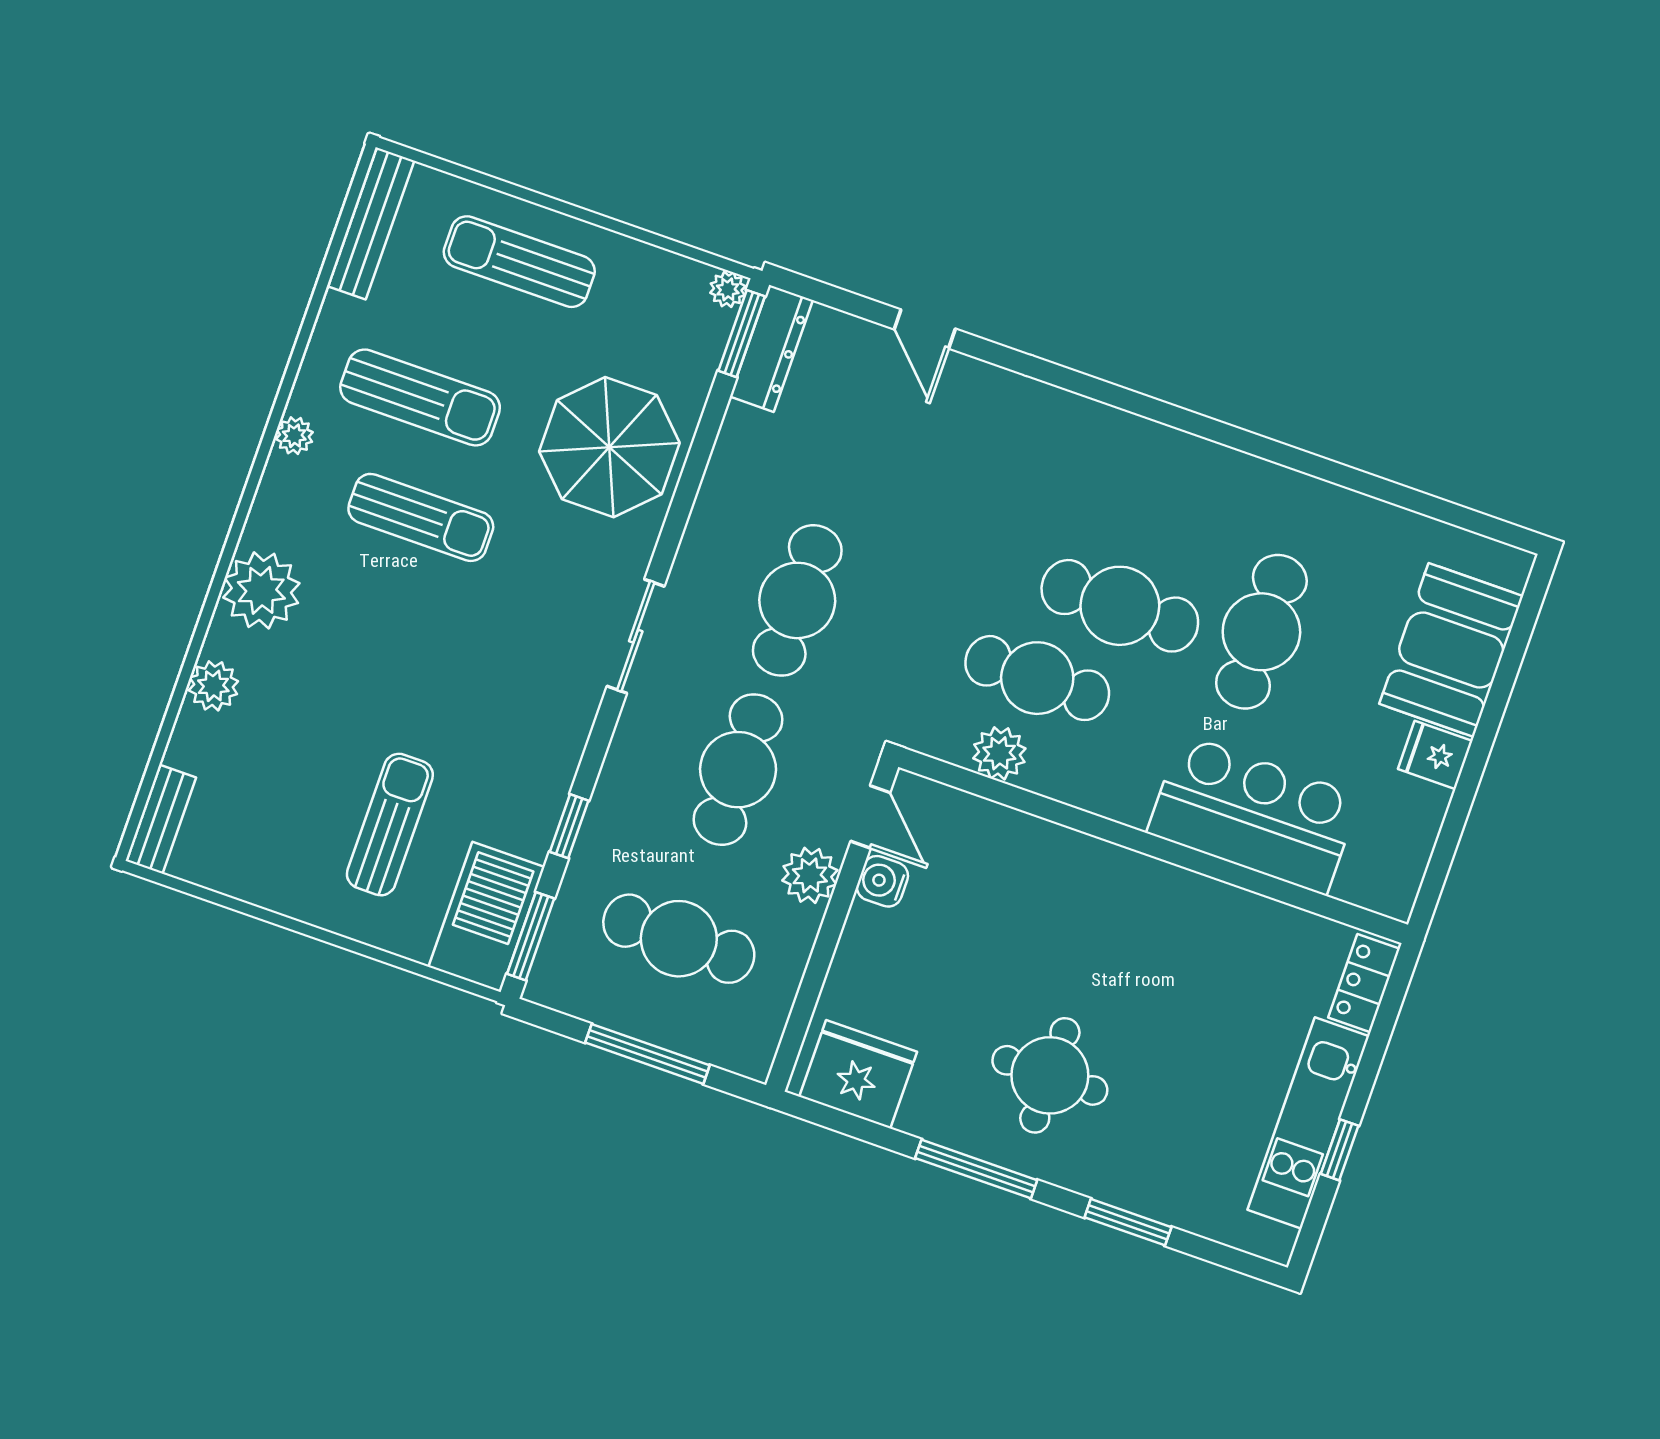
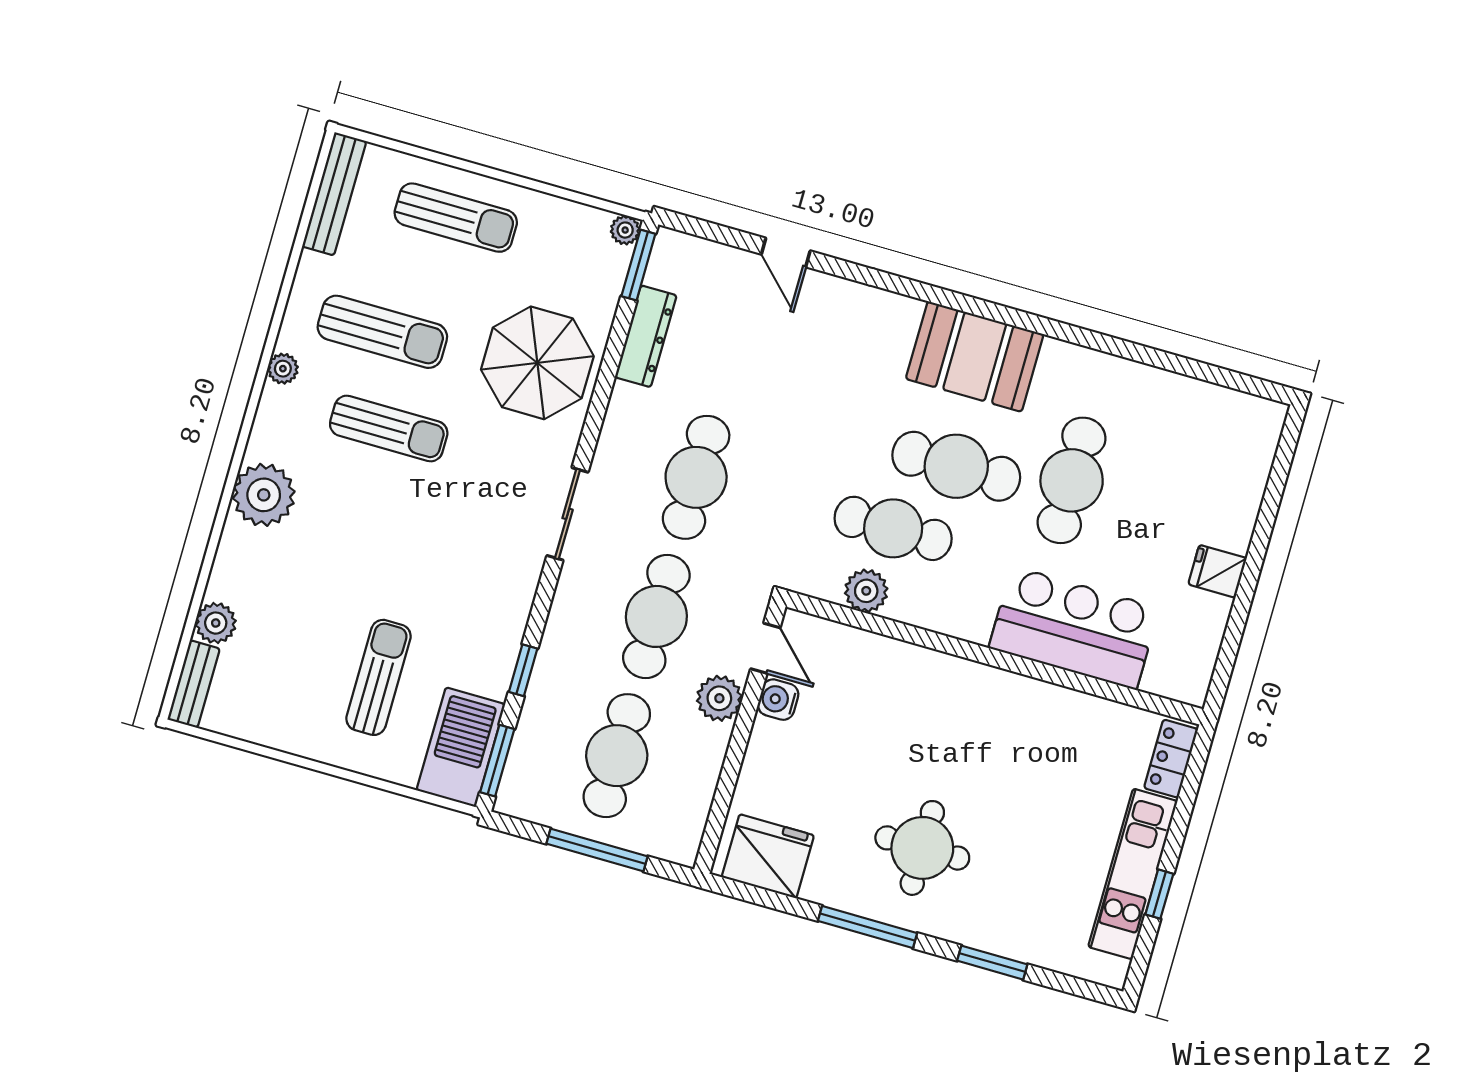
sun lounger: (519, 262) -> (456, 218), turned 180
dresser: (771, 348) -> (646, 336), moved
booth: (1451, 650) -> (975, 357), moved, turned 90
plant: (213, 686) -> (216, 623), moved
cafe table: (679, 939) -> (617, 756), turned 90

